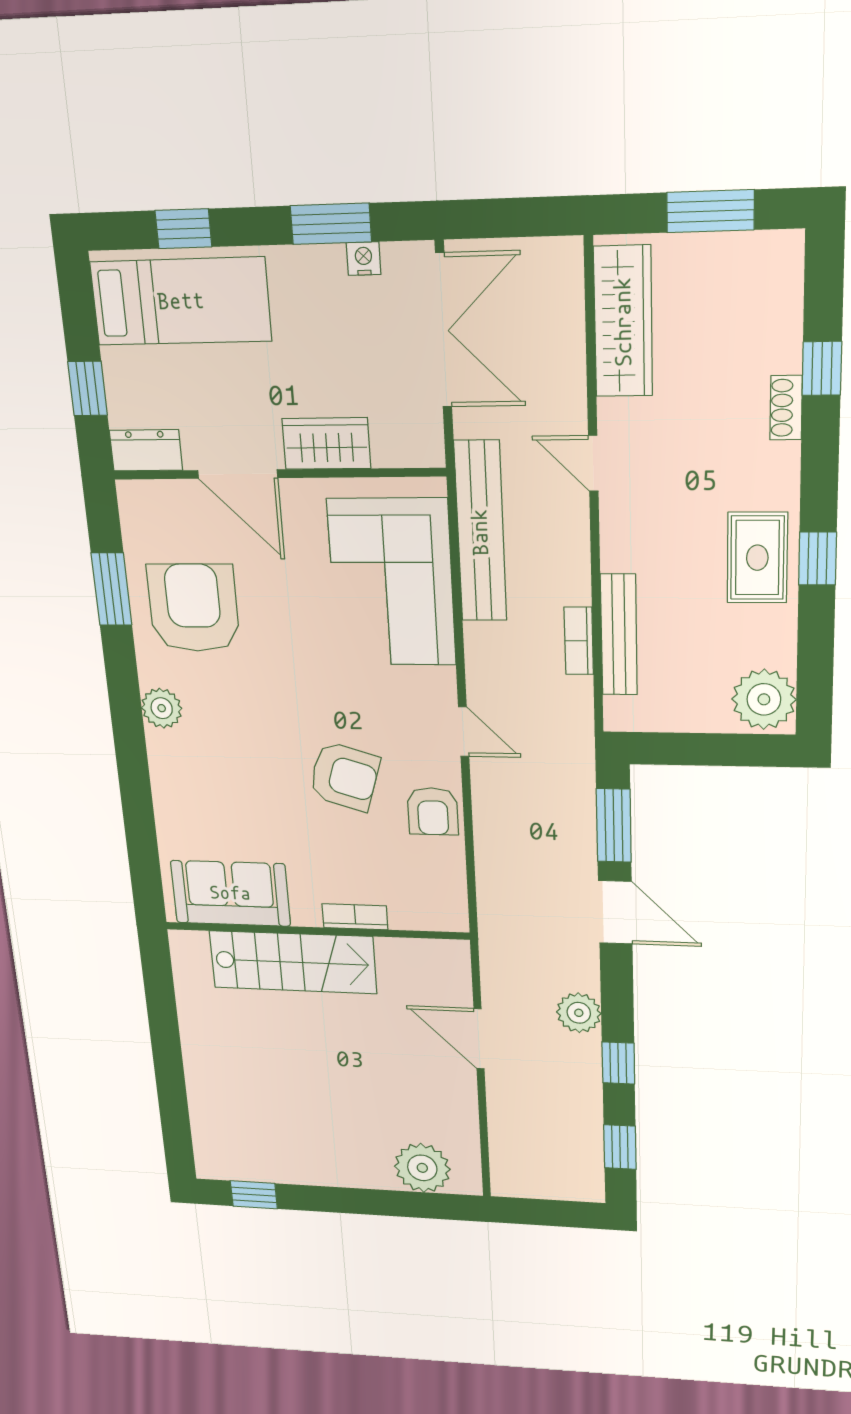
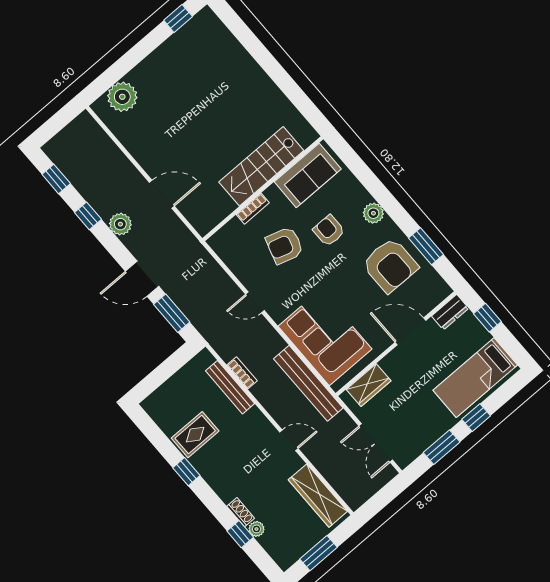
window: (183, 229) -> (476, 418), moved
nightstand: (364, 259) -> (422, 445), removed
double door: (444, 331) -> (376, 443), width x0.73
wardrobe: (326, 444) -> (369, 385), moved
rug: (757, 558) -> (195, 435), moved, turned 90
plant: (764, 699) -> (257, 529), moved, width x0.53, depth x0.53
armchair: (433, 811) -> (329, 231), moved
sofa: (230, 893) -> (308, 175), moved
bookcase: (355, 917) -> (253, 209), moved
wall: (316, 931) -> (263, 189), moved
stairs: (293, 962) -> (261, 166), moved
door: (479, 1039) -> (162, 194), moved

